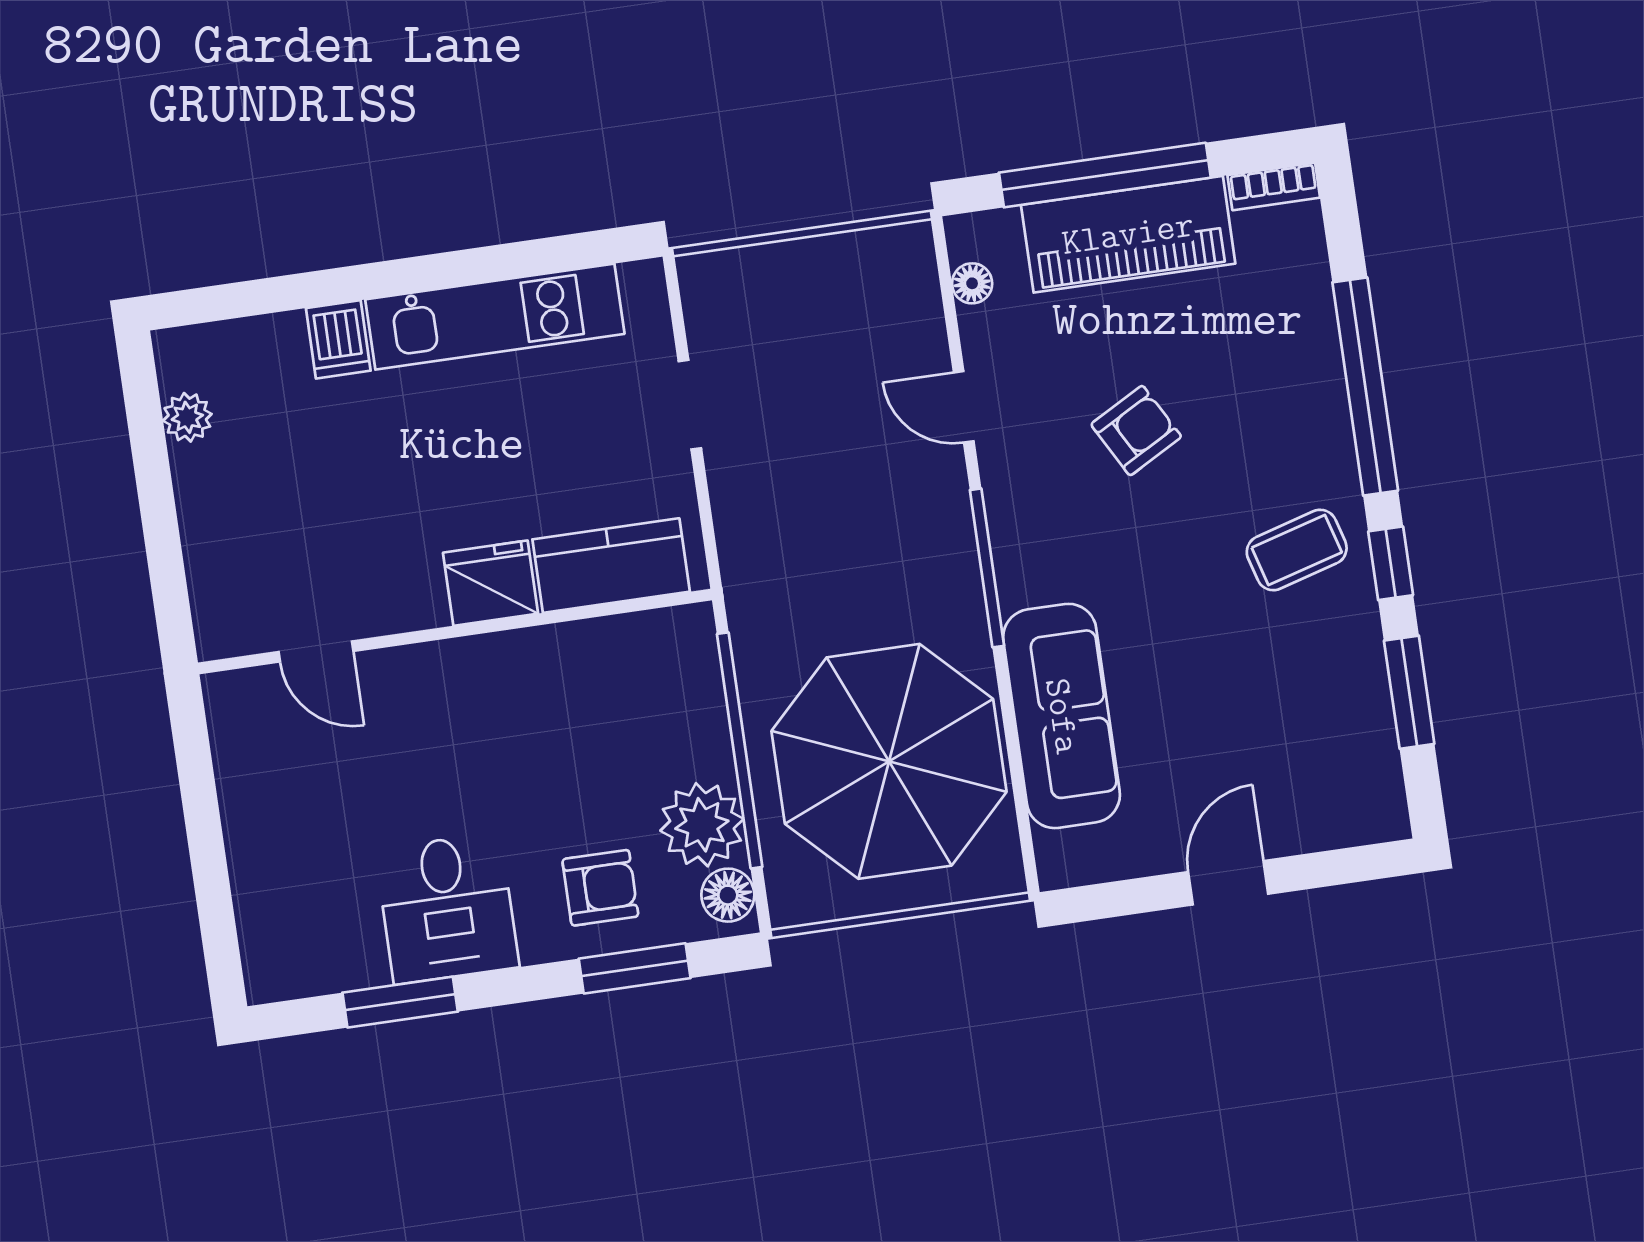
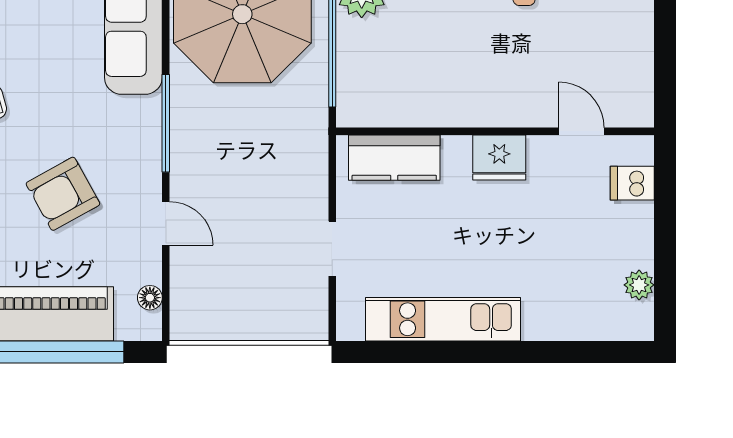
dishwasher: (338, 339) -> (632, 183), moved, turned -90
armchair: (1136, 431) -> (63, 194), width x1.38, depth x1.38
fridge: (491, 583) -> (499, 158), moved

